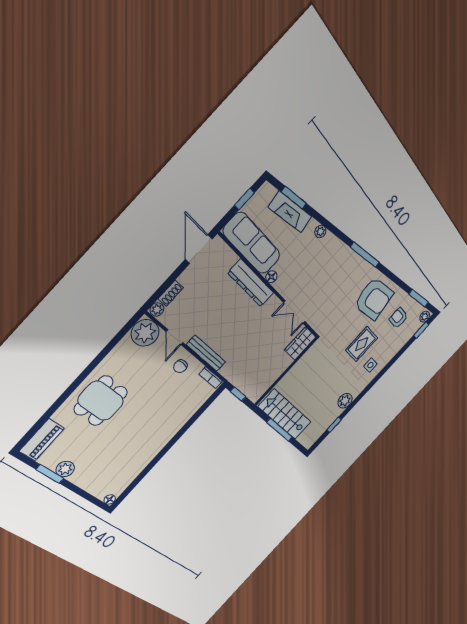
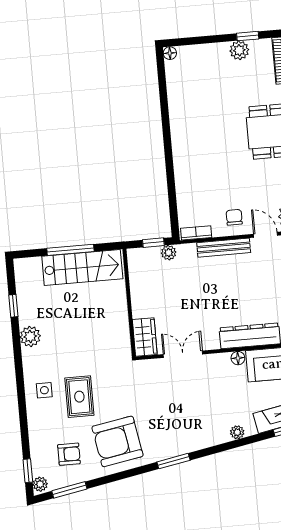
window: (365, 255) -> (174, 461), width x0.69
plant: (237, 380) -> (169, 253), added
window: (50, 474) -> (248, 36), width x0.67

